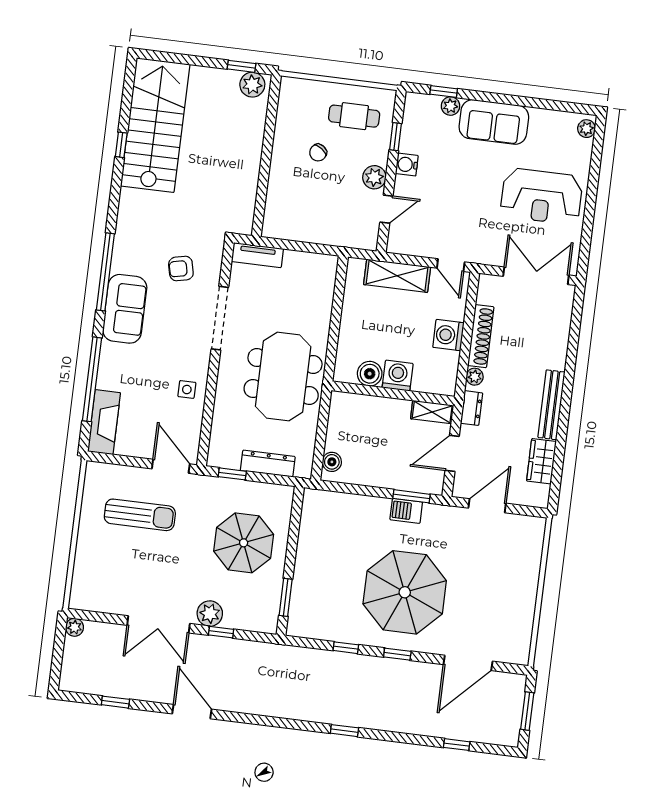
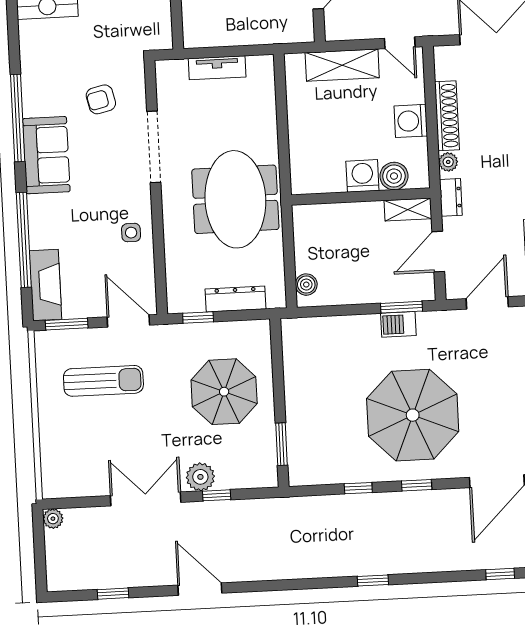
tv unit: (257, 255) -> (217, 68), moved
boiler: (370, 374) -> (394, 176), moved
window: (117, 460) -> (67, 324), added
double door: (158, 624) -> (146, 499), swing flipped

